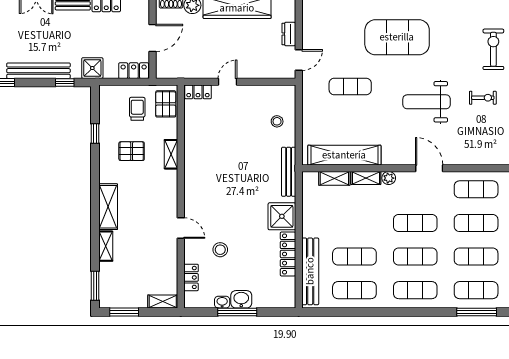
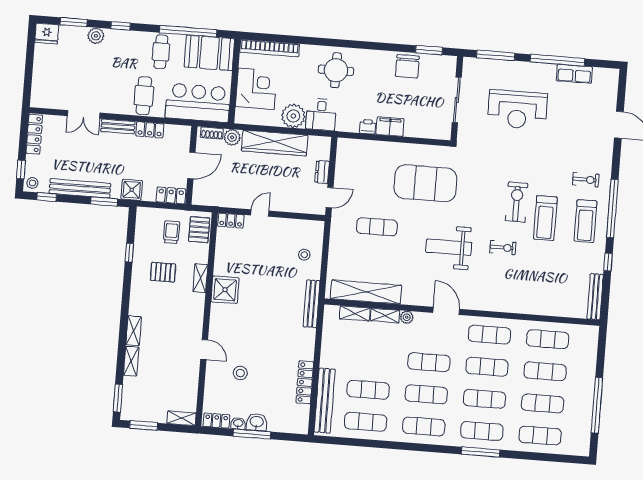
window: (65, 83) -> (104, 202), width x1.50
shelving: (108, 207) -> (134, 331), width x0.67, depth x0.75
shower: (282, 216) -> (225, 290), moved
locker: (191, 277) -> (216, 421), moved, turned -90

